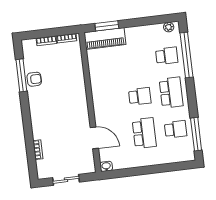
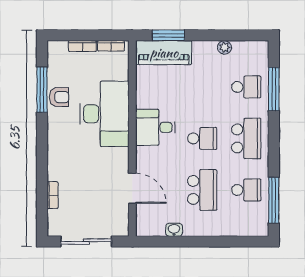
plant: (169, 27) -> (225, 47), moved
window: (187, 55) -> (274, 89), width x0.68
desk: (68, 87) -> (104, 114), added
desk: (105, 92) -> (155, 127), added
washbasin: (106, 166) -> (174, 230), moved
sliding door: (66, 180) -> (86, 242), width x1.37

